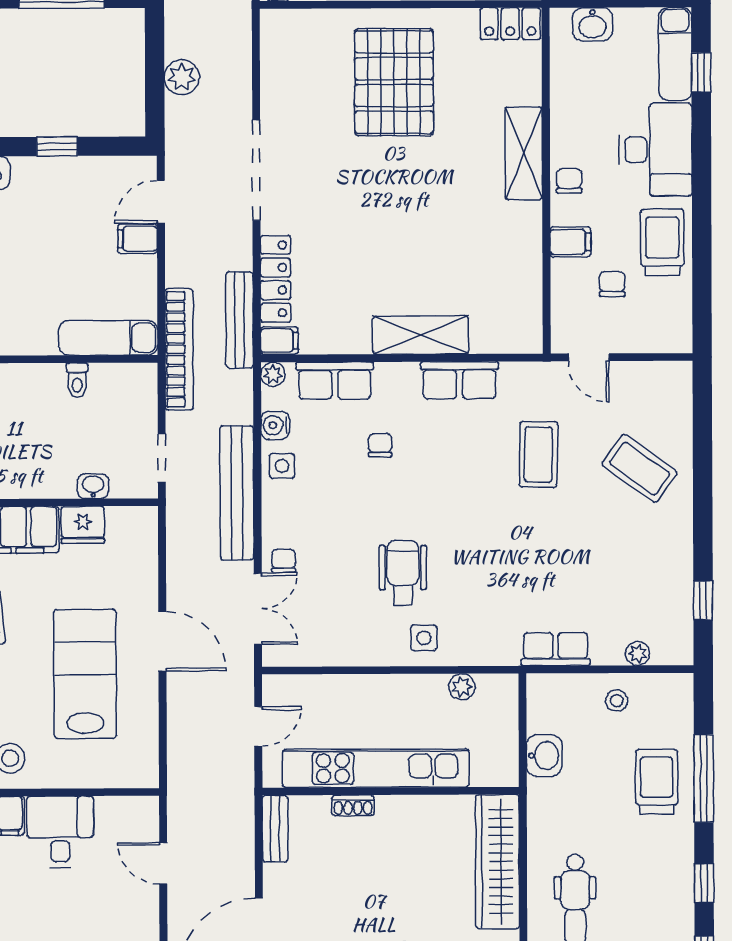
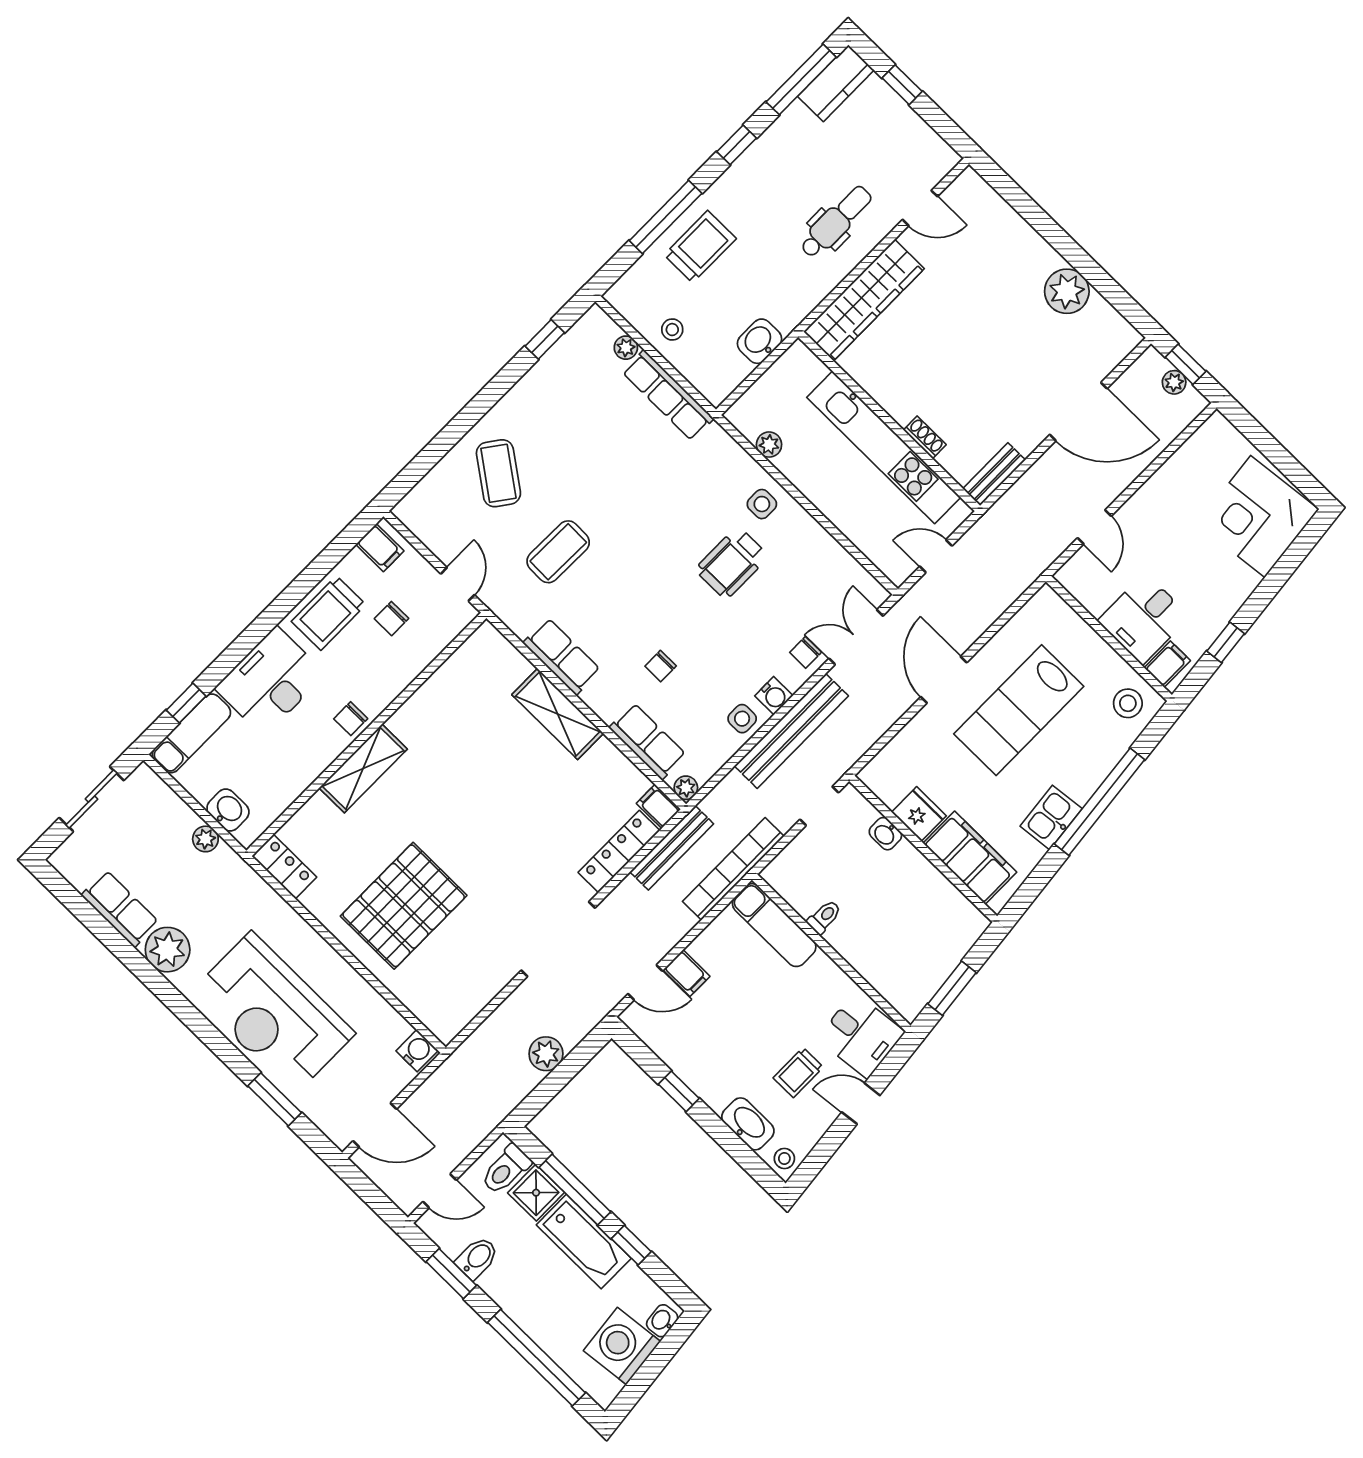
filing cabinet: (570, 242) -> (380, 548), moved, turned 180
water cooler: (275, 425) -> (774, 696), moved
row of seats: (555, 649) -> (668, 395), width x1.48
trolley: (657, 782) -> (700, 247), turned 180

